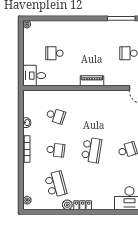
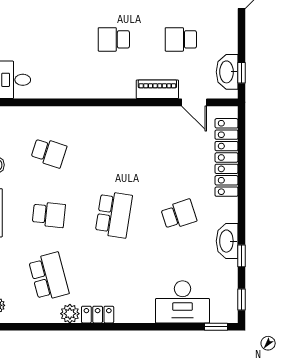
school desk: (54, 53) -> (114, 39), moved
piano: (92, 81) -> (157, 89), moved

